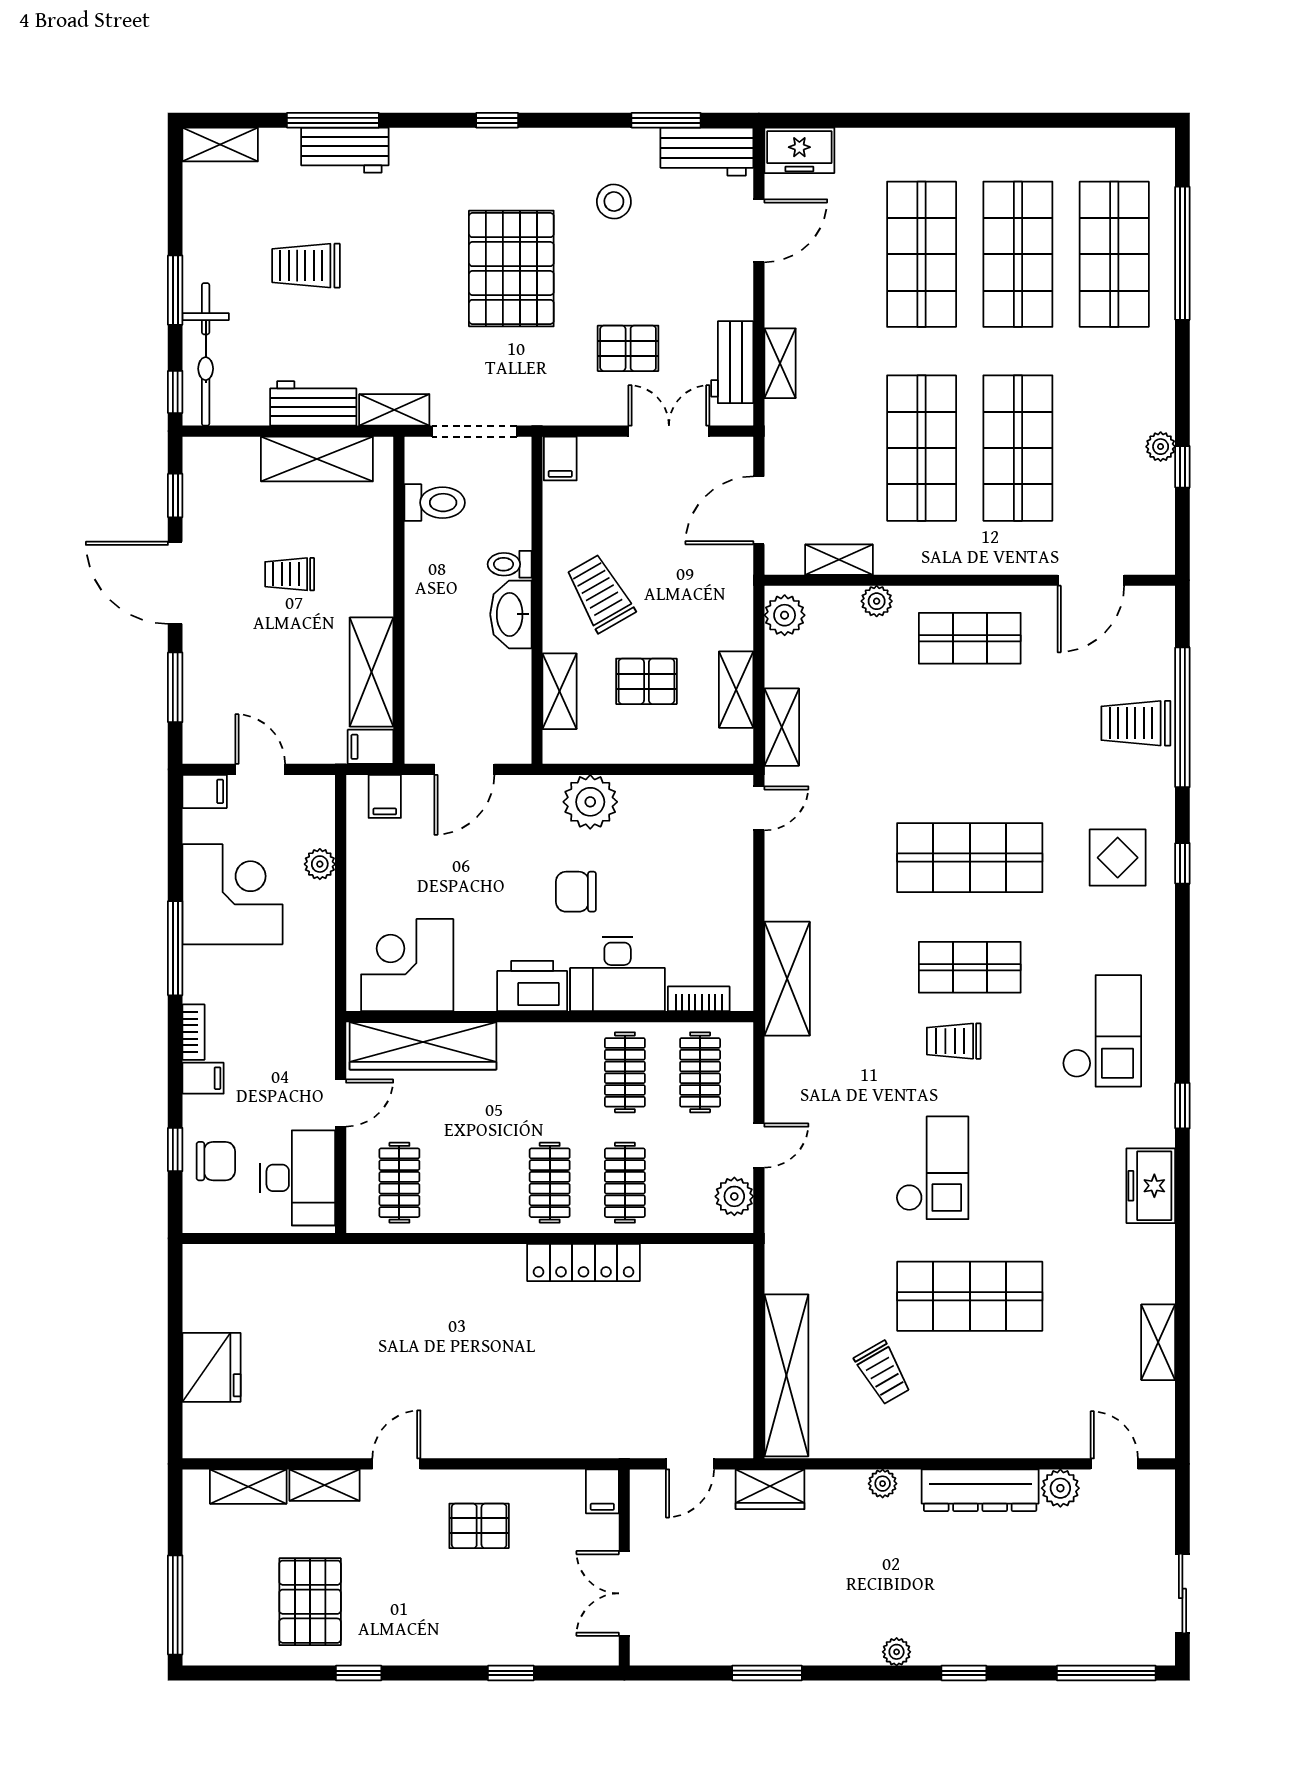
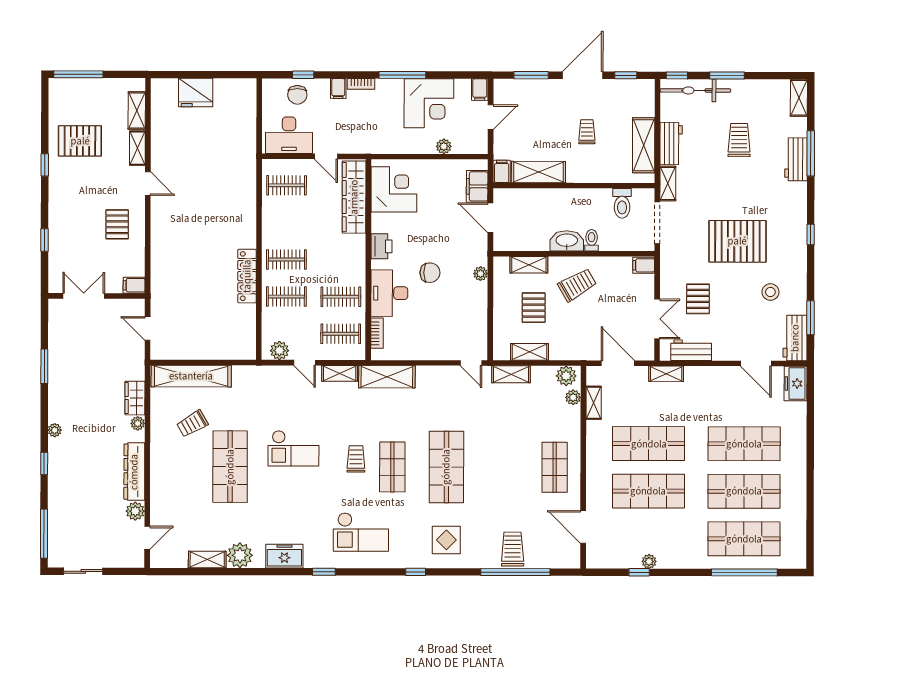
shelving: (780, 363) -> (666, 374), moved
plant: (877, 601) -> (573, 397), moved
filing cabinet: (385, 796) -> (477, 186), width x2.00
plant: (590, 802) -> (481, 274), width x0.53, depth x0.53
window: (1182, 863) -> (416, 572), moved
chair: (576, 892) -> (430, 273), turned 90
printer: (532, 986) -> (381, 246), width x0.73, depth x0.84
shelving: (780, 1074) -> (340, 373), added
plant: (1150, 1276) -> (240, 555), added
wardrobe: (770, 1489) -> (135, 398), moved

